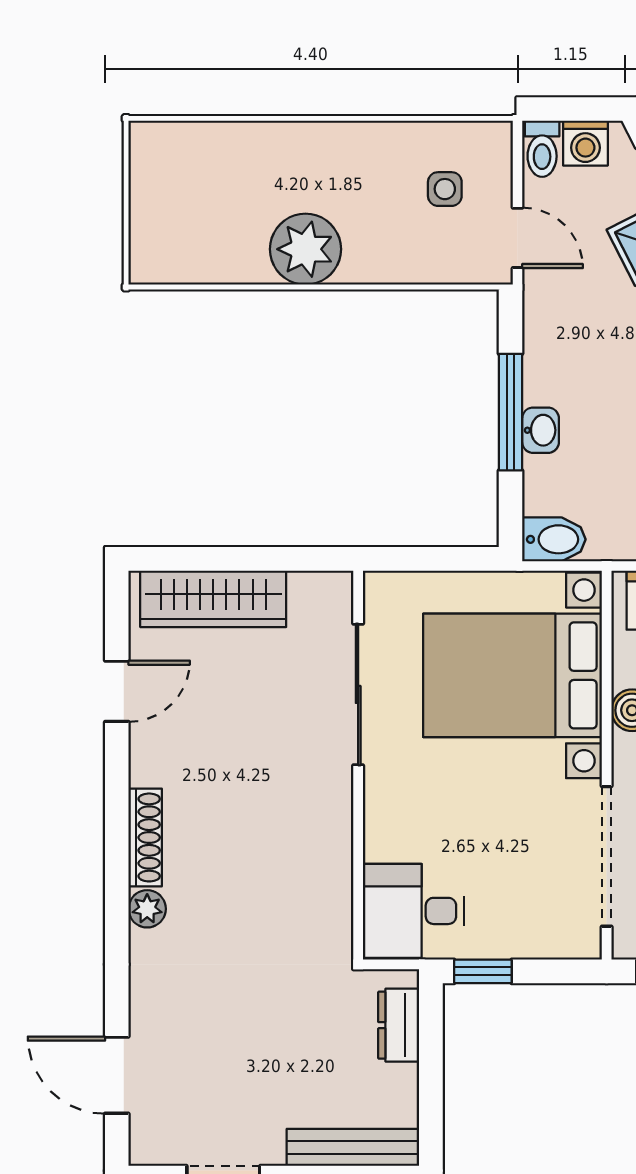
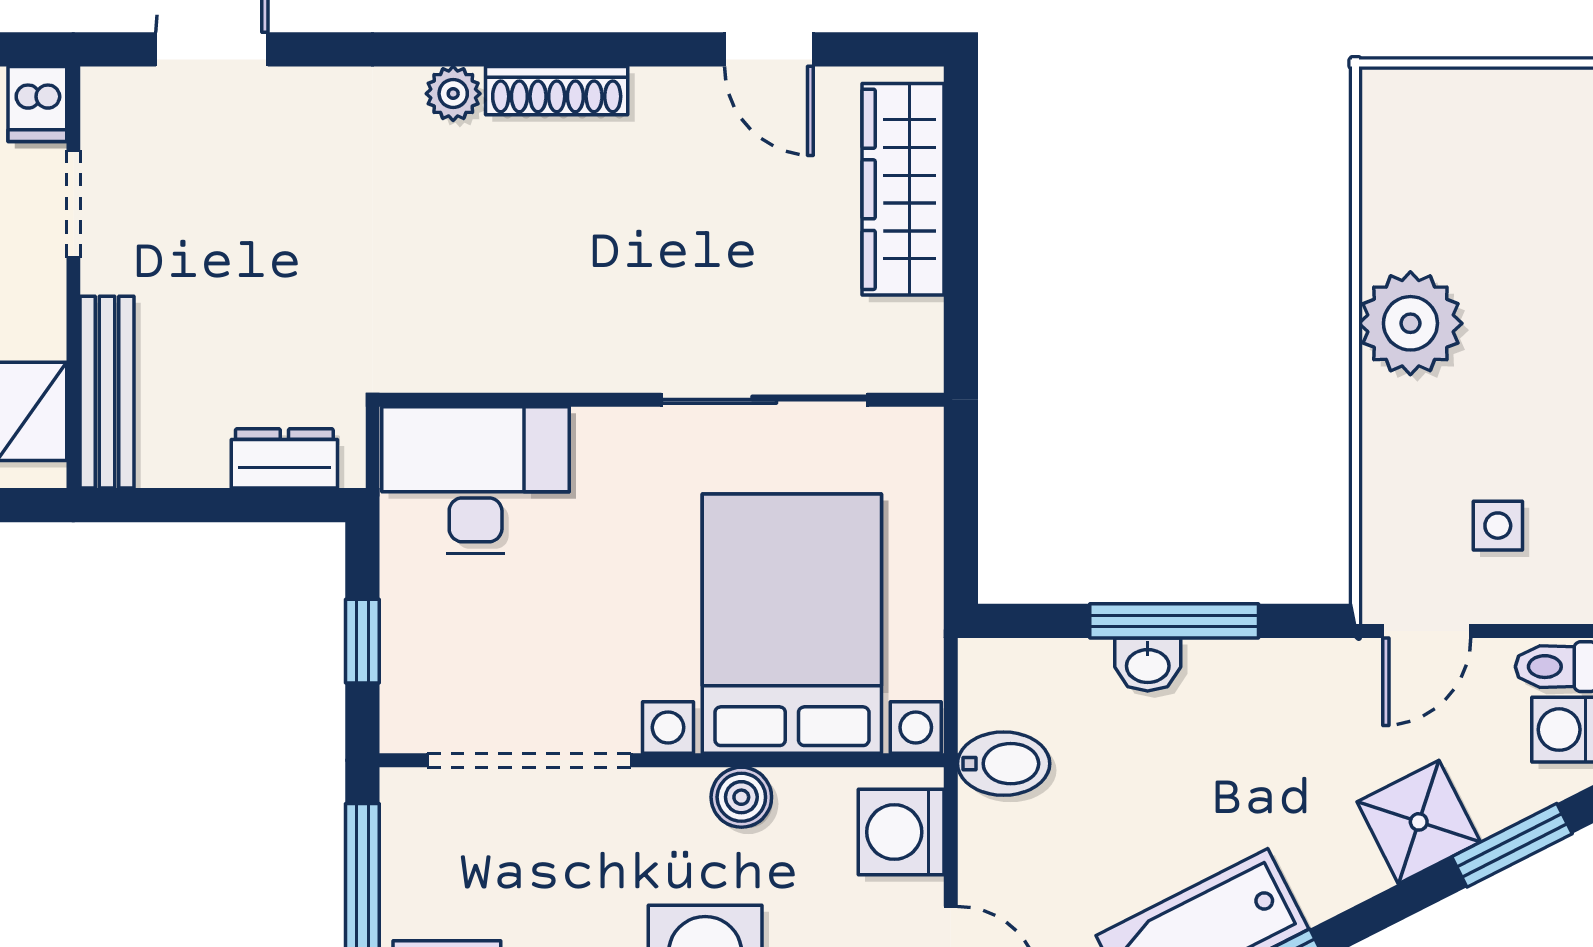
bidet: (554, 539) -> (1004, 764), moved, turned -90
desk: (414, 911) -> (476, 480), width x1.37
window: (483, 971) -> (362, 641), moved

